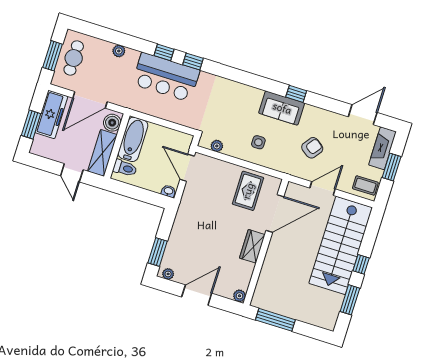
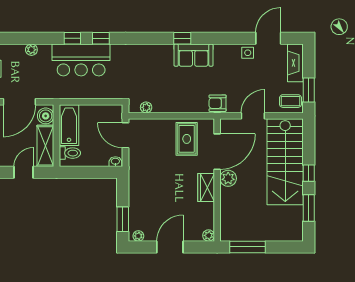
window: (296, 94) -> (182, 38), moved
side table: (258, 142) -> (248, 53), moved
armchair: (312, 148) -> (218, 103), moved, turned -126
window: (392, 167) -> (309, 90), moved
door: (72, 173) -> (23, 172), swing flipped
plant: (278, 244) -> (228, 178), added

